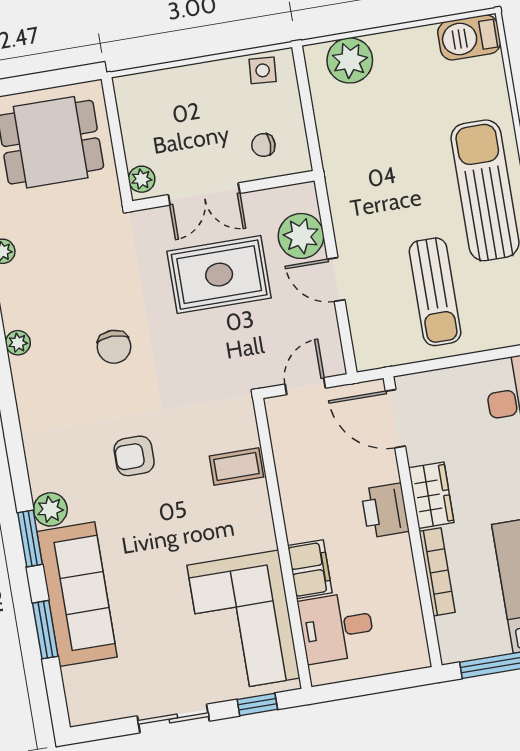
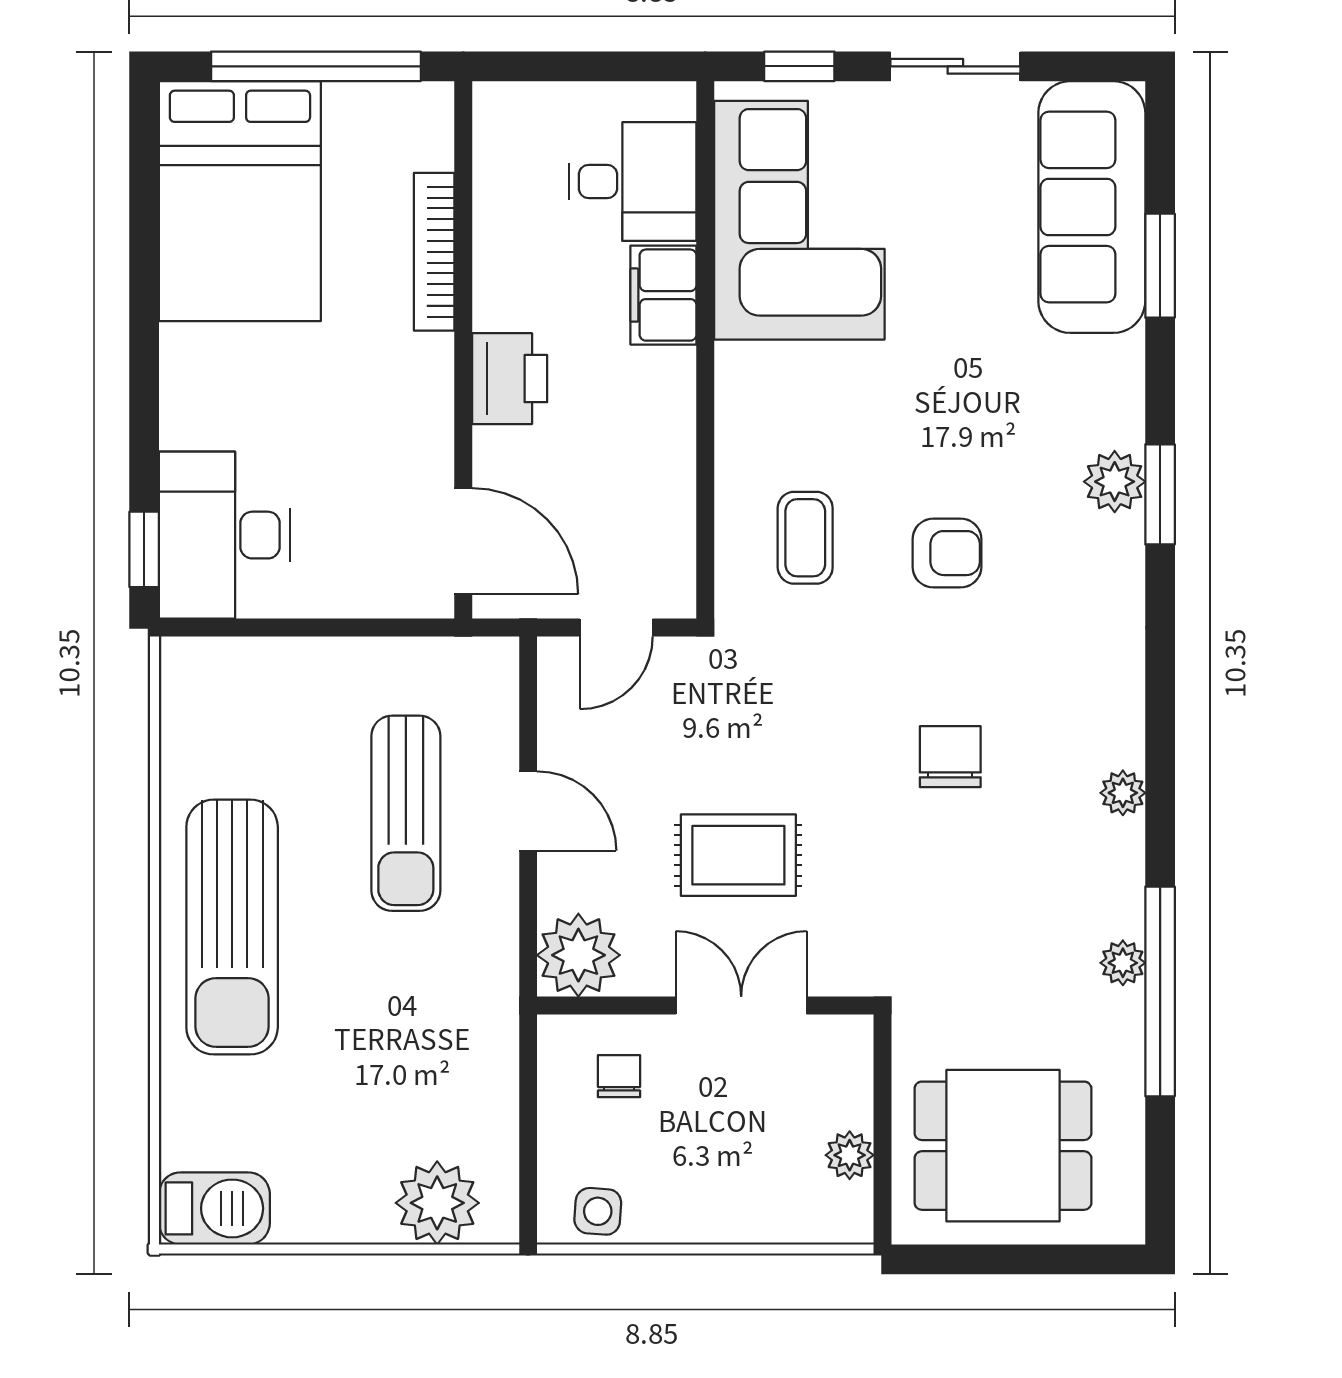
chair: (263, 145) -> (619, 1076), turned -90
plant: (142, 179) -> (850, 1155), moved
plant: (301, 236) -> (578, 955), moved
rug: (219, 275) -> (738, 855), width x0.73, depth x0.70
sun lounger: (435, 292) -> (406, 813), moved, turned 180
coffee table: (236, 466) -> (805, 538), moved, turned 90
wardrobe: (431, 495) -> (421, 392), removed
window: (30, 539) -> (1160, 494), moved
sofa: (77, 594) -> (1092, 207), moved

